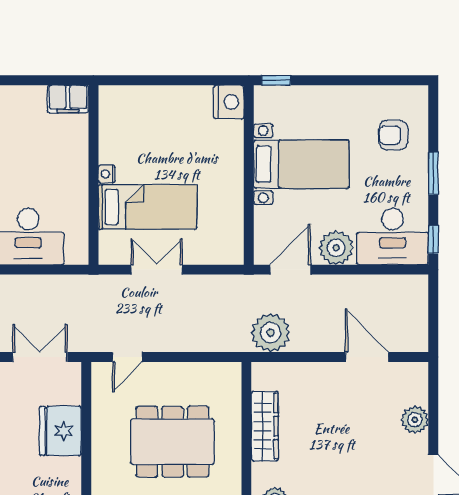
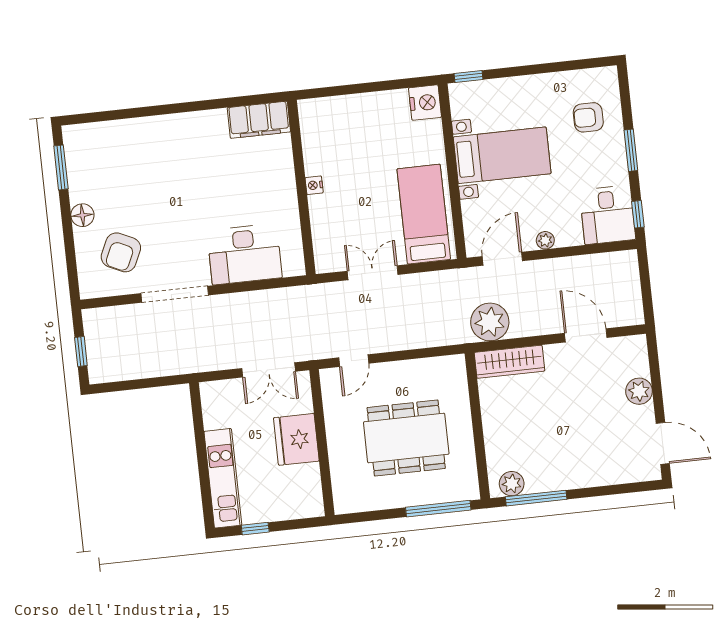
filing cabinet: (68, 99) -> (259, 120), width x1.50, depth x1.17
bed: (148, 207) -> (424, 214), moved, turned -90
desk: (393, 237) -> (607, 215), width x0.73
plant: (336, 248) -> (545, 240), width x0.53, depth x0.53
double door: (40, 357) -> (269, 370), swing flipped
wardrobe: (265, 426) -> (509, 362), moved, turned 90

